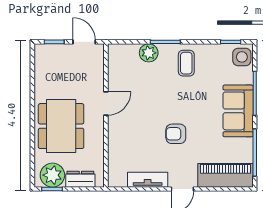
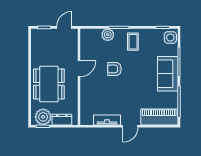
door: (84, 42) -> (64, 27), hinge flipped
armchair: (176, 134) -> (114, 69), moved

